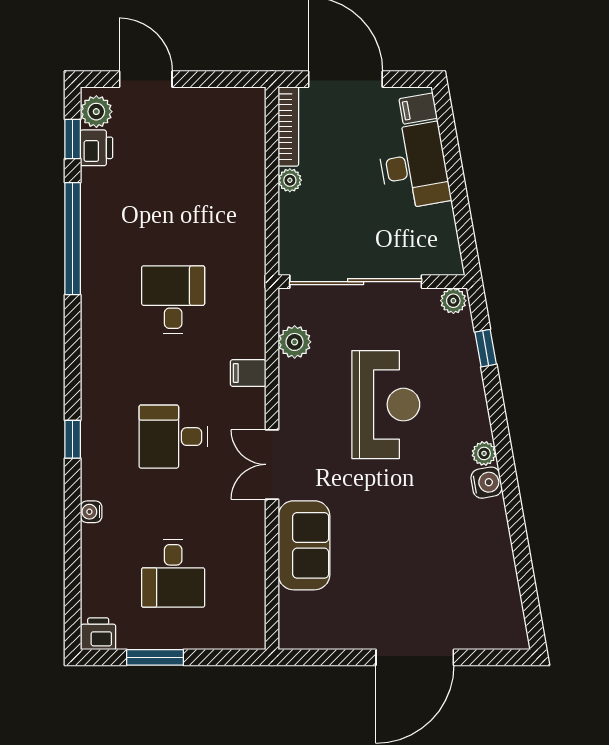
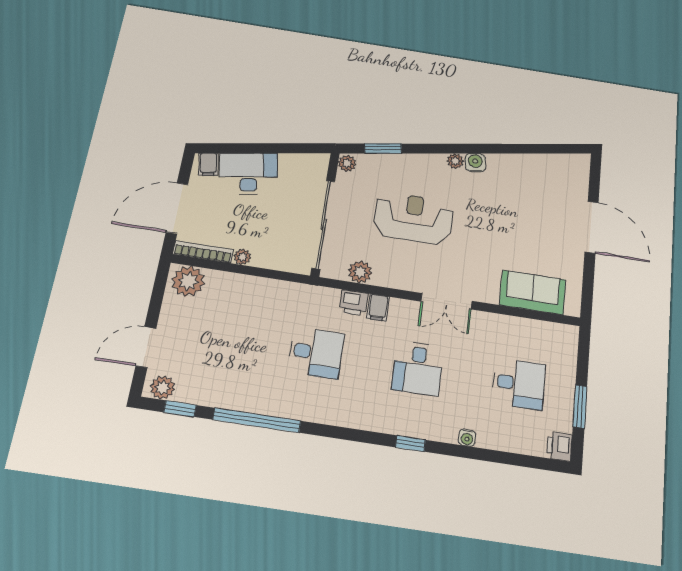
plant: (244, 115) -> (188, 281), added
printer: (97, 148) -> (354, 303), moved, turned 180
desk: (173, 300) -> (316, 353), turned 180
window: (486, 348) -> (383, 148), width x1.50
sofa: (304, 545) -> (533, 292), moved

